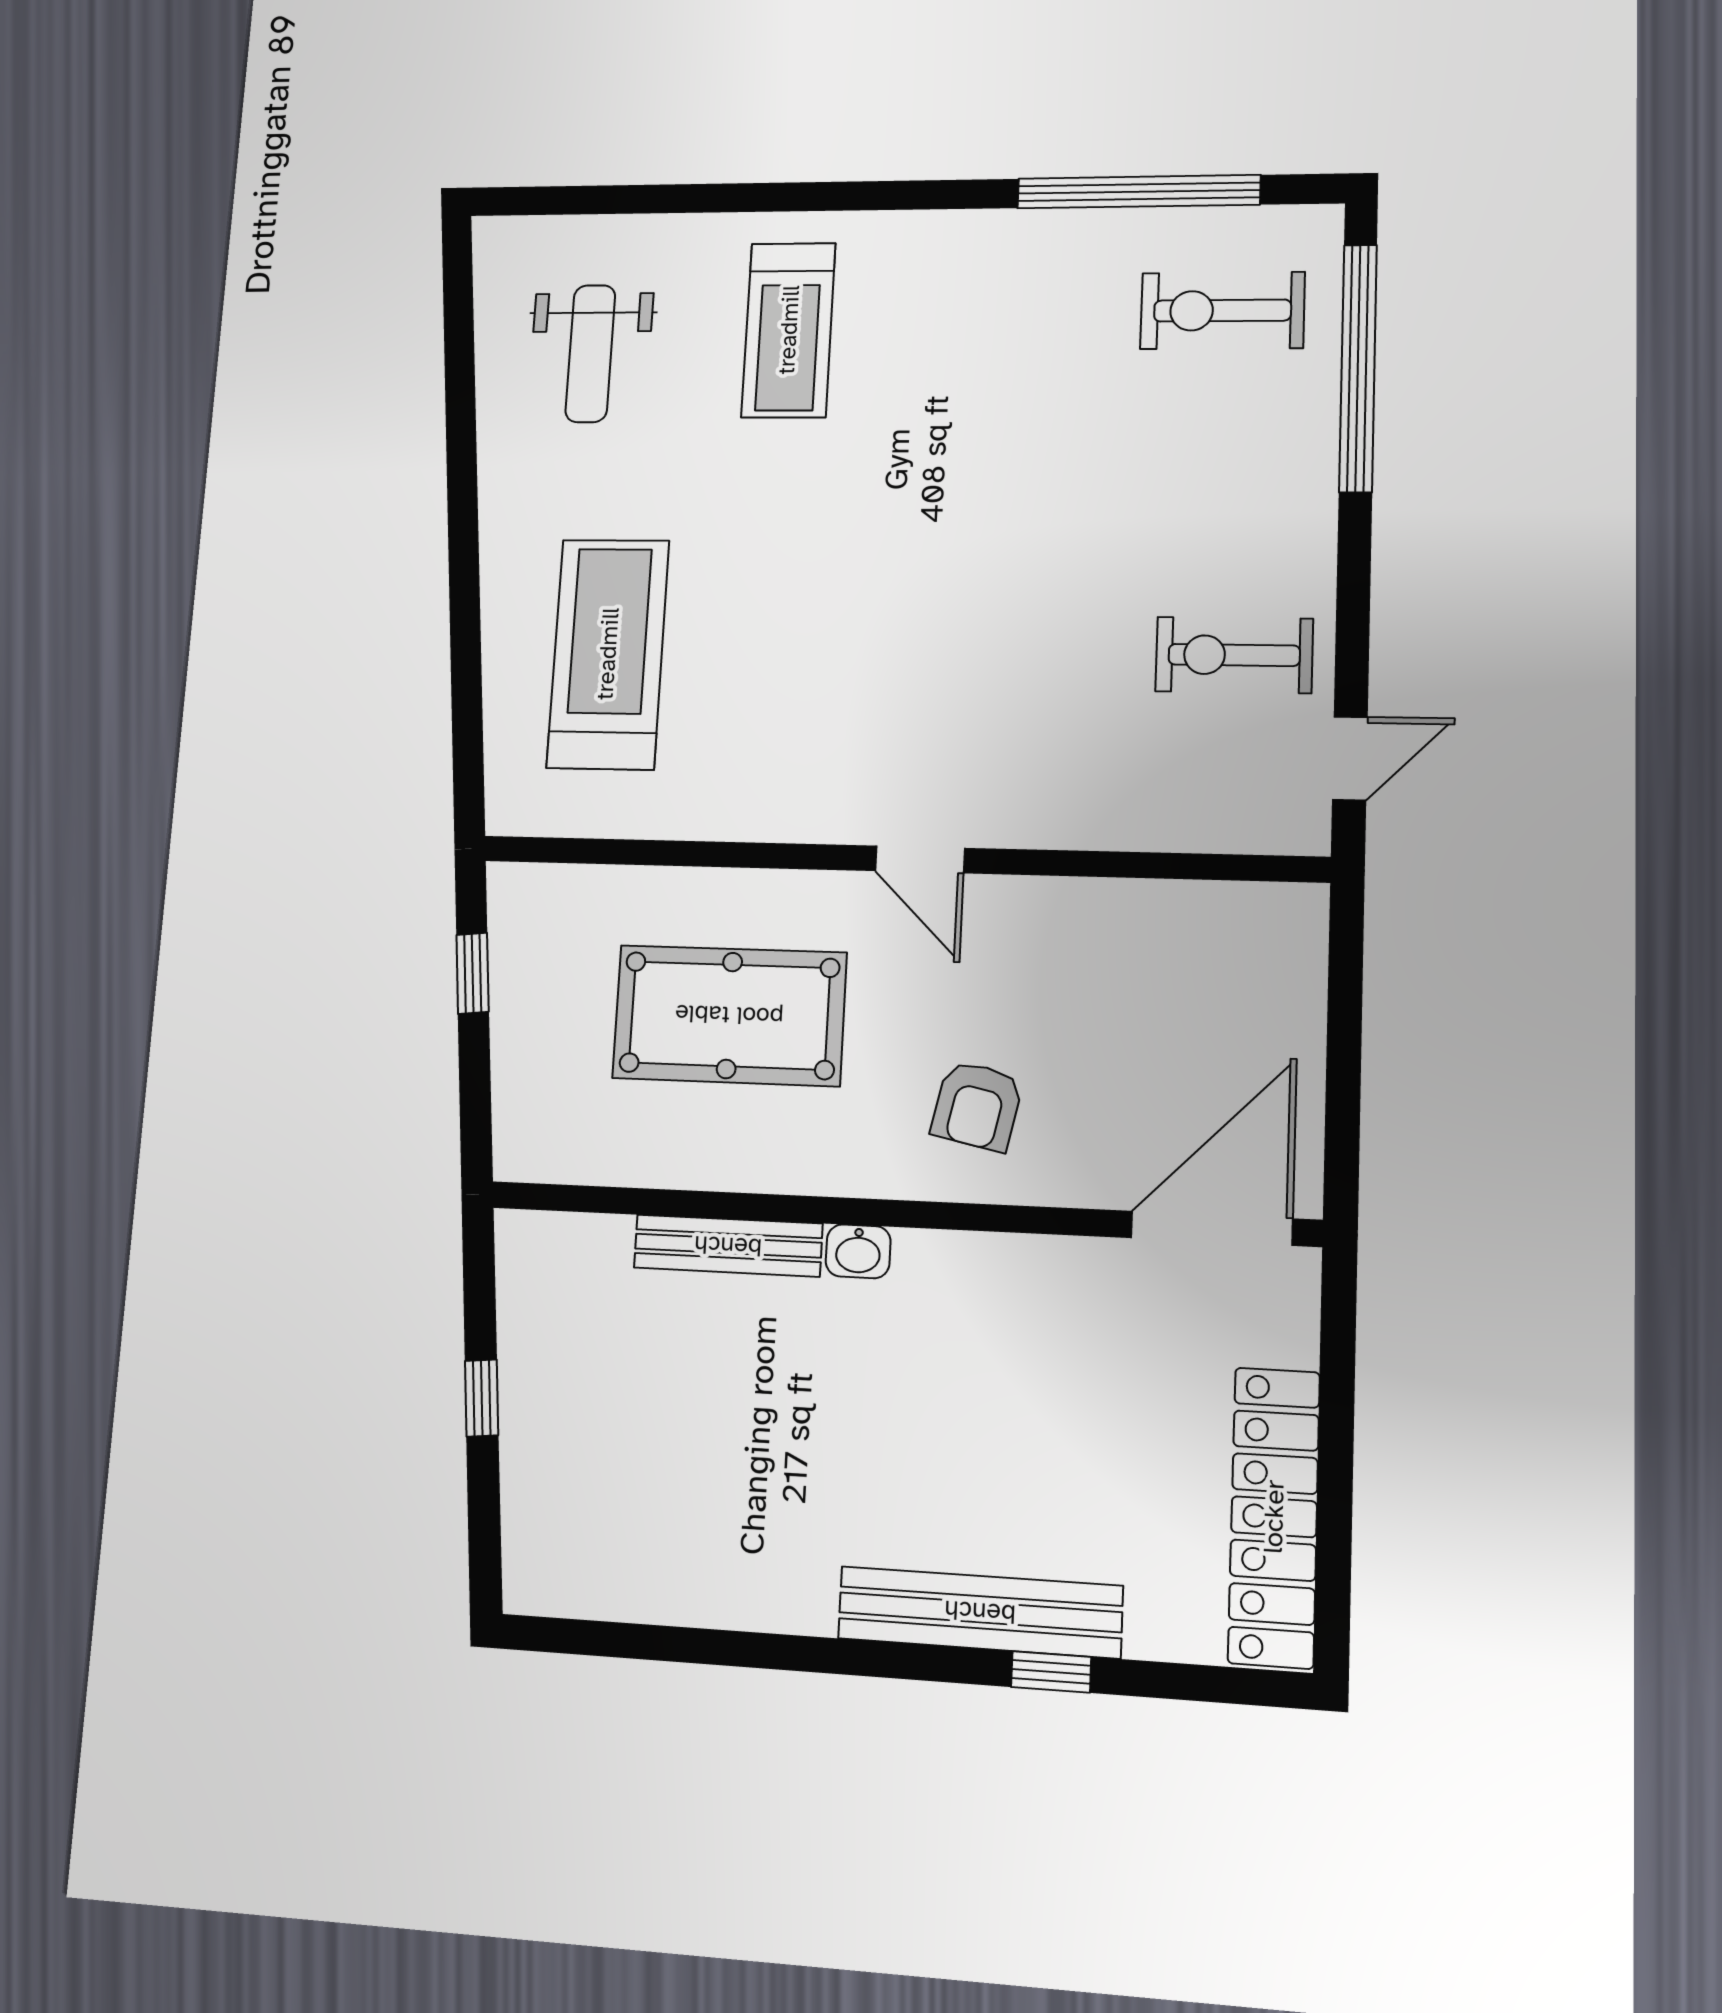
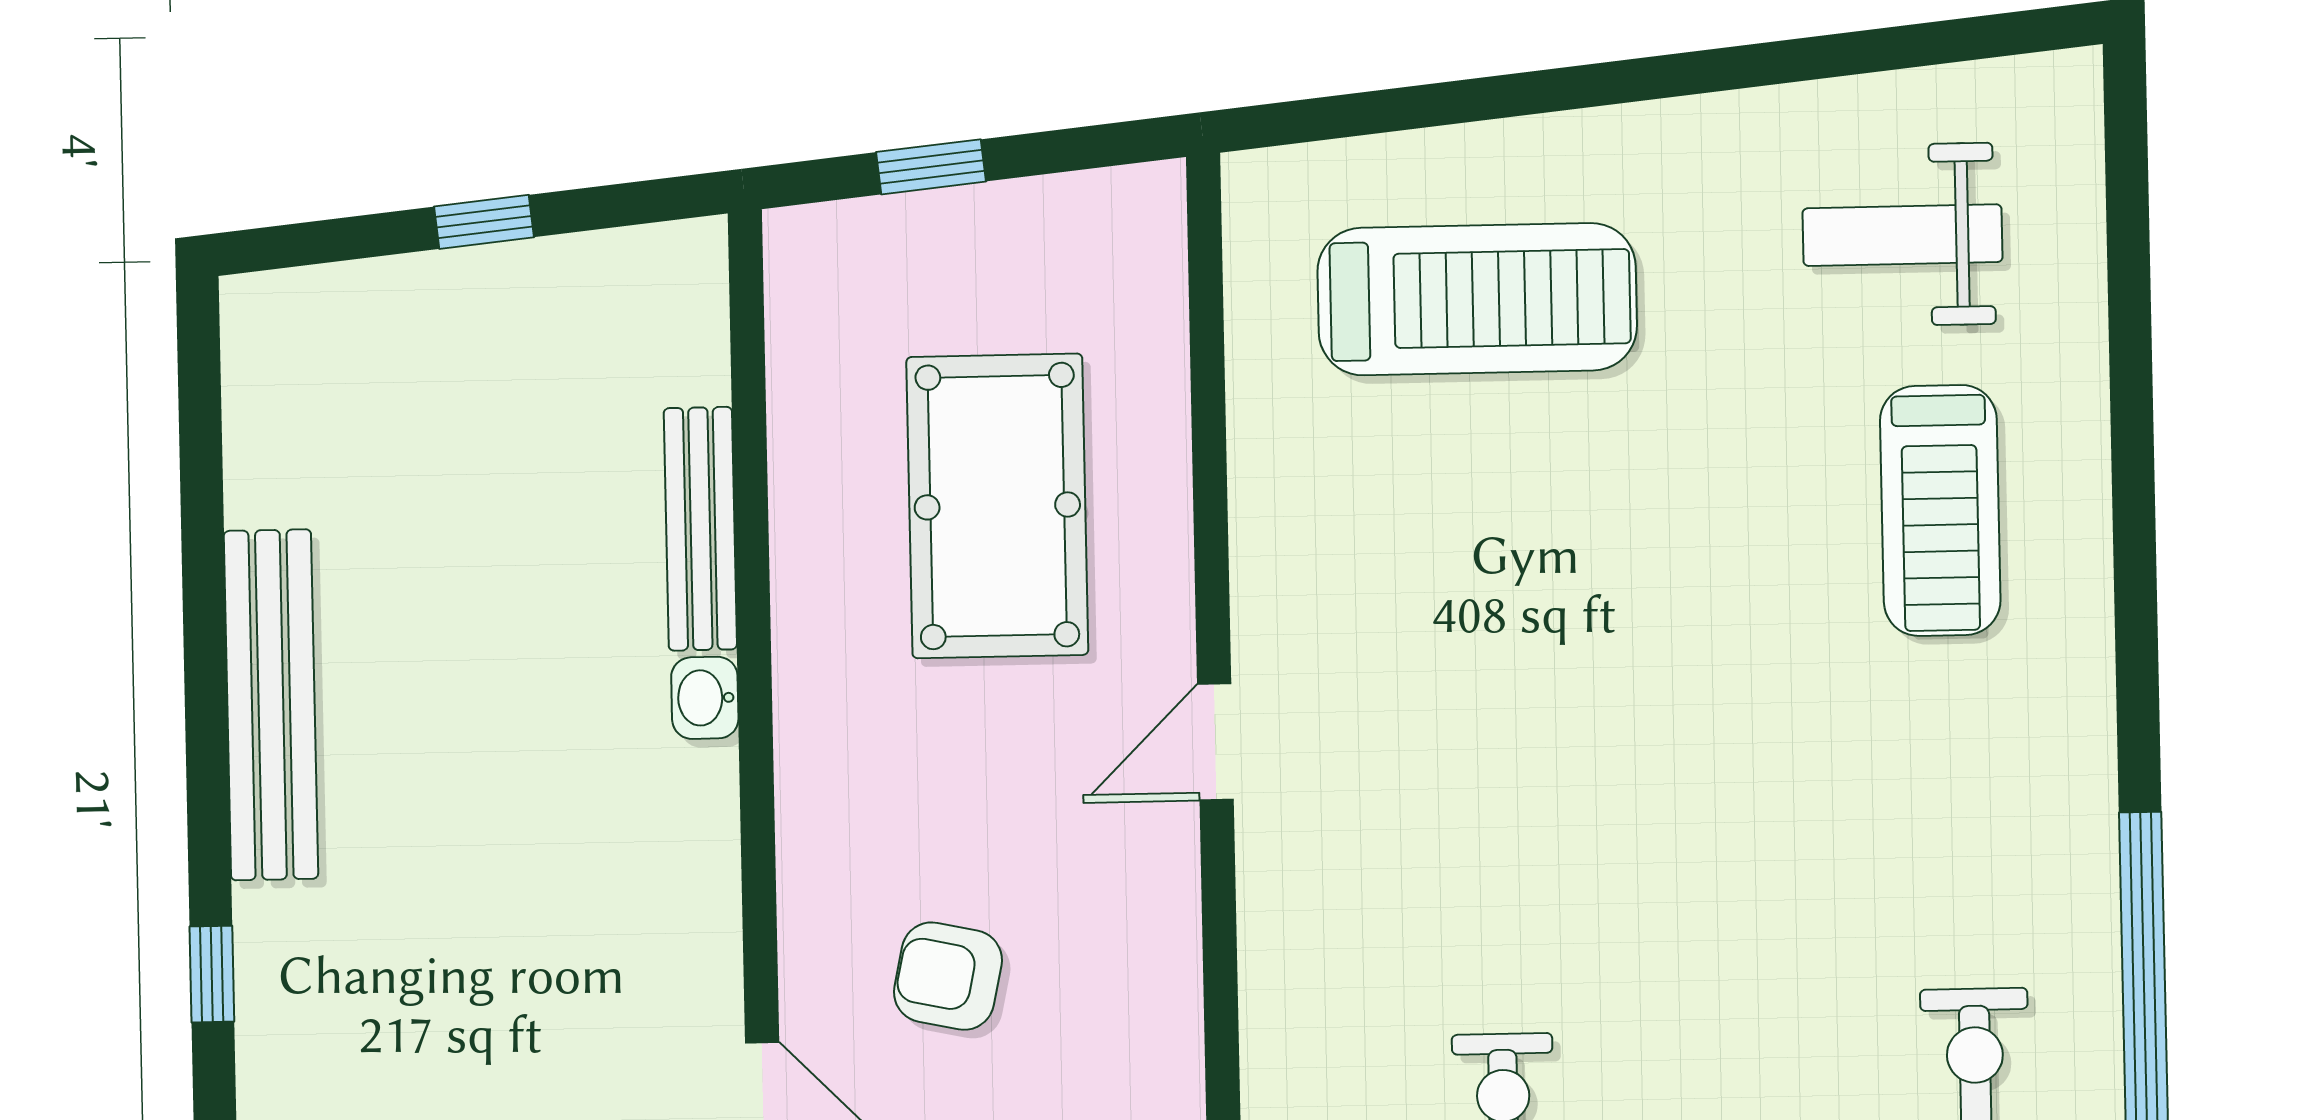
treadmill: (789, 330) -> (1940, 510), turned -90
window: (473, 973) -> (931, 167), moved
armchair: (977, 1106) -> (948, 976), moved
bench: (980, 1612) -> (271, 705), moved

